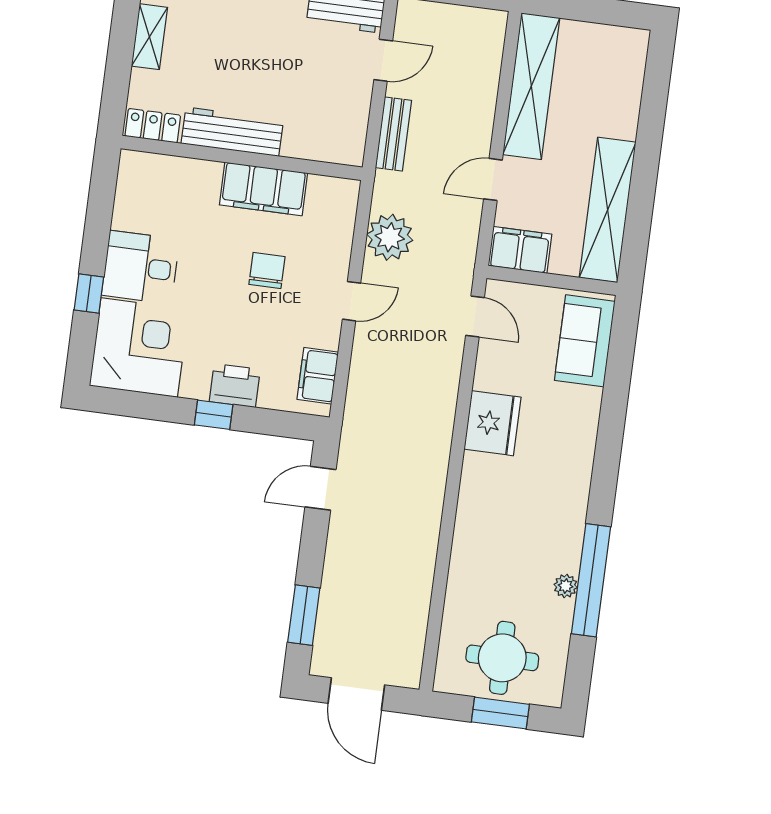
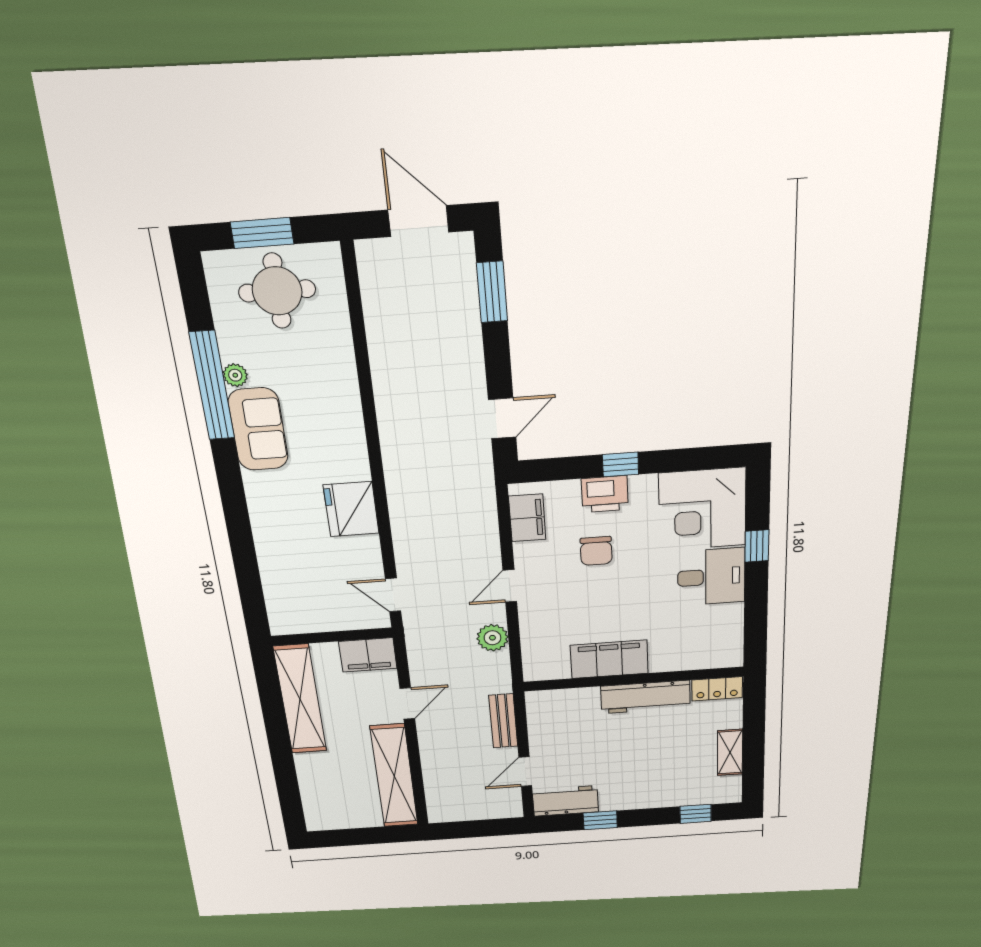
plant: (390, 237) -> (492, 638), width x0.73, depth x0.73
chair: (267, 270) -> (596, 551), moved
sofa: (585, 341) -> (258, 429), moved

